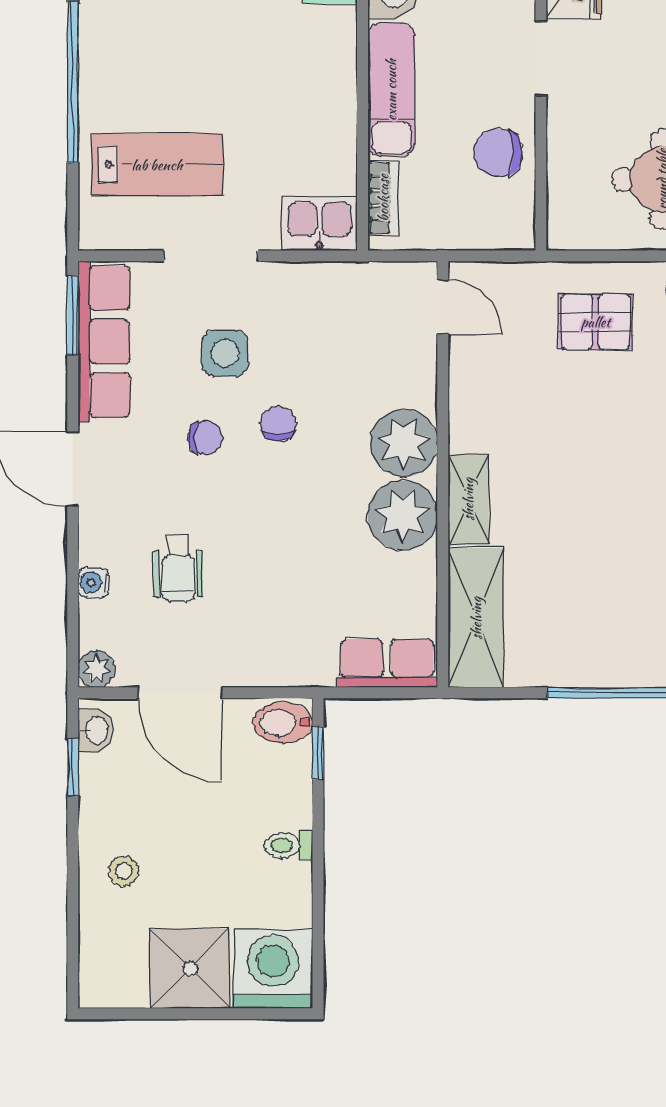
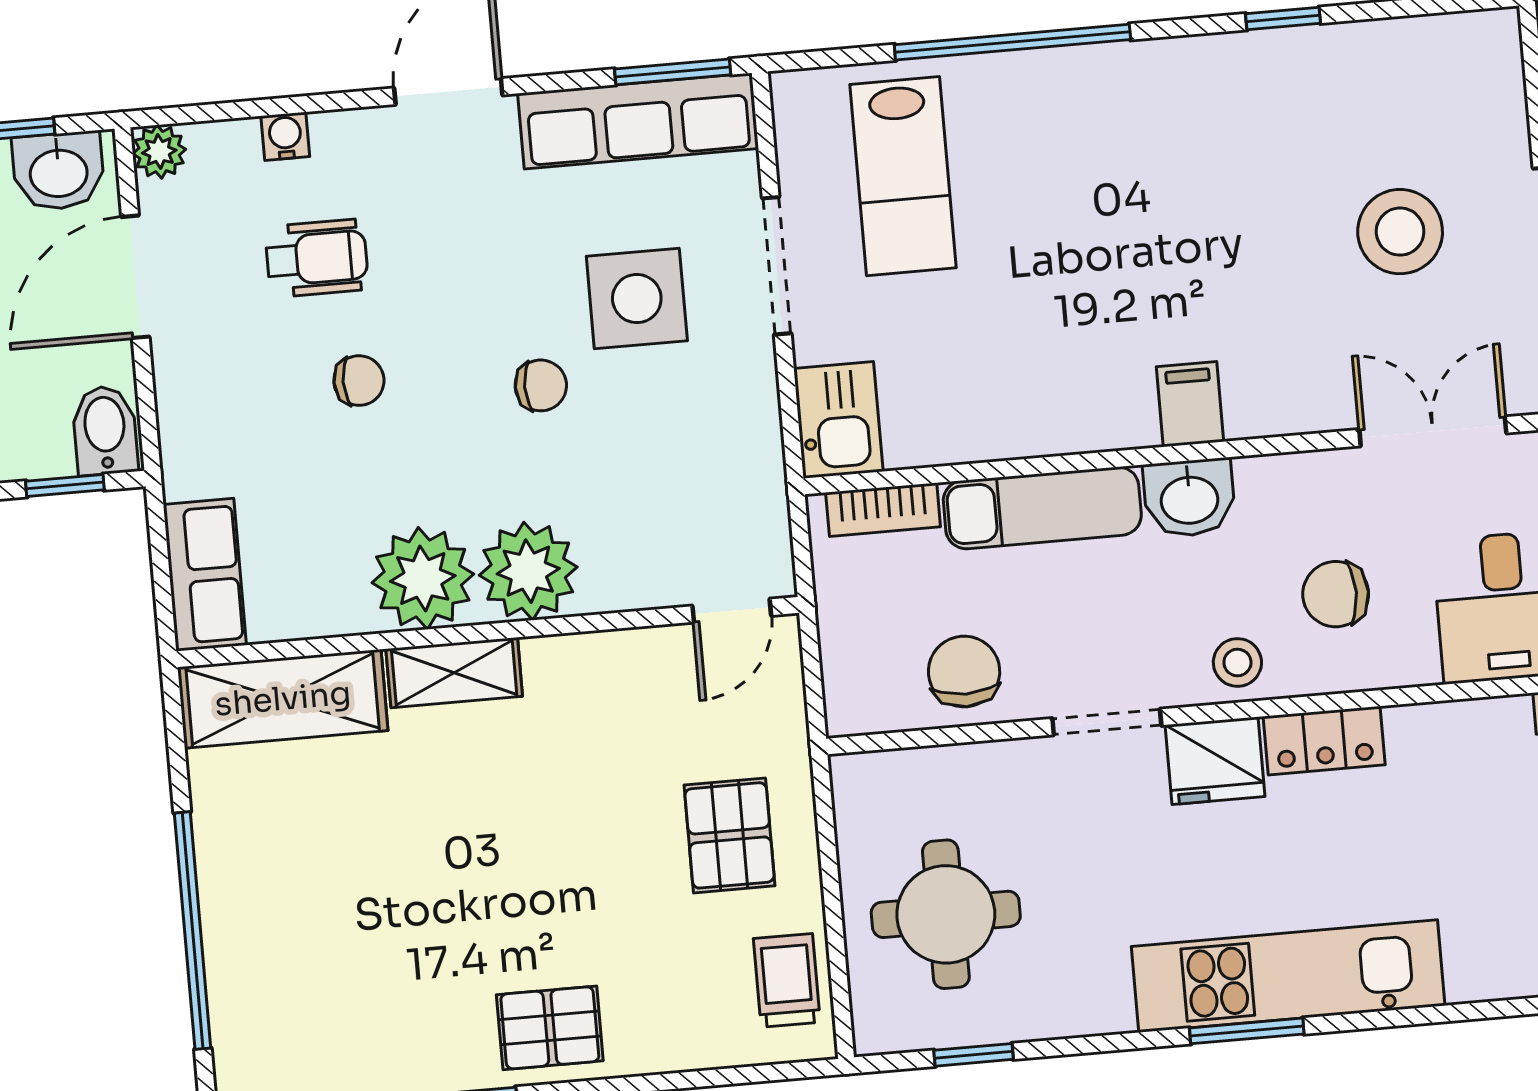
side table: (225, 353) -> (637, 299), width x1.37, depth x1.37
chair: (205, 437) -> (359, 381), moved, turned -90
wheelchair: (178, 568) -> (317, 258), turned 180
washbasin: (96, 730) -> (58, 171), width x1.38, depth x1.45

